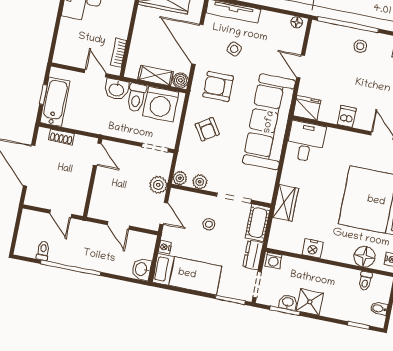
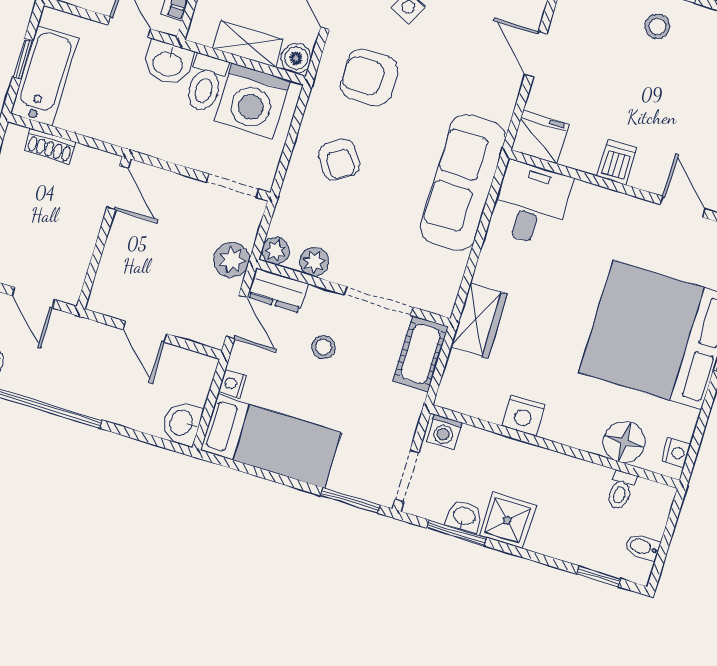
sofa: (269, 122) -> (463, 182), width x0.74, depth x0.79
dresser: (253, 255) -> (278, 290), moved, turned -90

